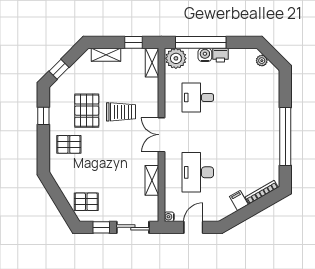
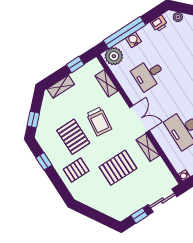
printer: (220, 55) -> (159, 24), moved
shelving: (152, 63) -> (107, 83), moved
trolley: (121, 112) -> (99, 121), turned 97
double door: (161, 135) -> (139, 119), swing flipped
shelving: (152, 180) -> (148, 148), moved
pallet: (86, 202) -> (118, 168), moved, width x1.50, depth x1.42

